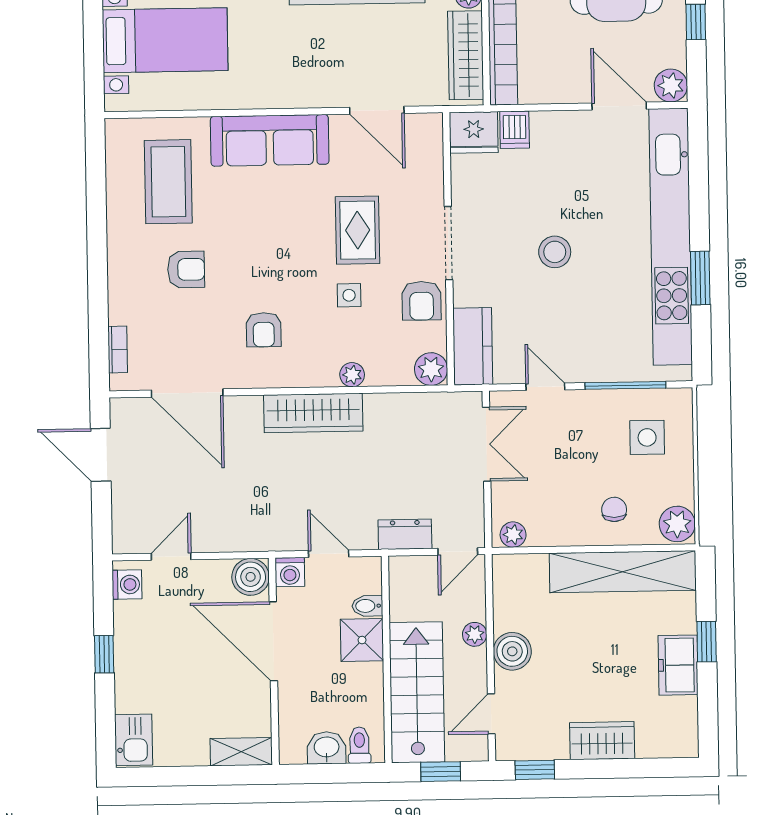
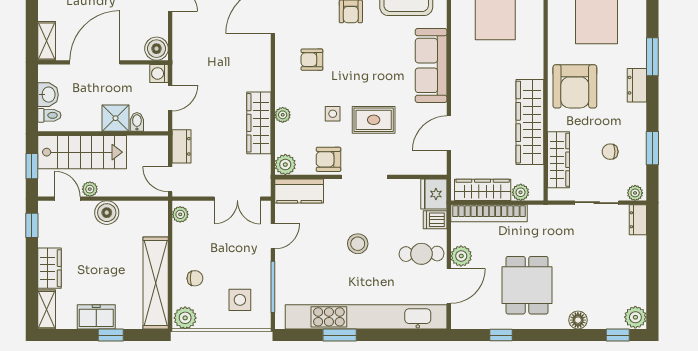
plant: (671, 85) -> (461, 256), moved
cafe table: (569, 150) -> (422, 254), added
wardrobe: (313, 413) -> (259, 123), moved
plant: (475, 634) -> (90, 189), moved
door: (273, 641) -> (95, 62), moved
shelving: (668, 744) -> (47, 310), added

